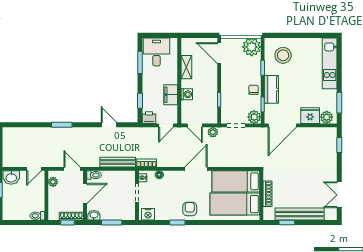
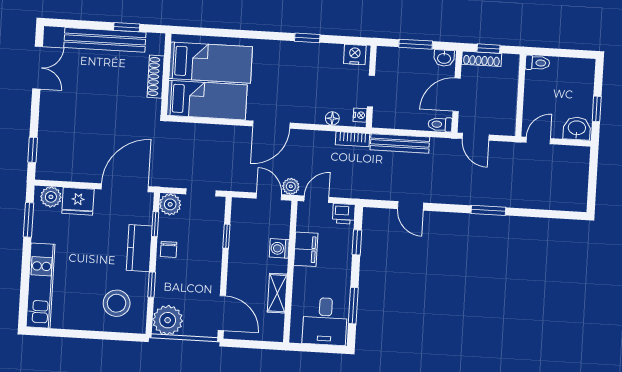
plant: (213, 132) -> (291, 186), moved
plant: (53, 182) -> (508, 117), removed
armchair: (190, 209) -> (286, 59), removed

